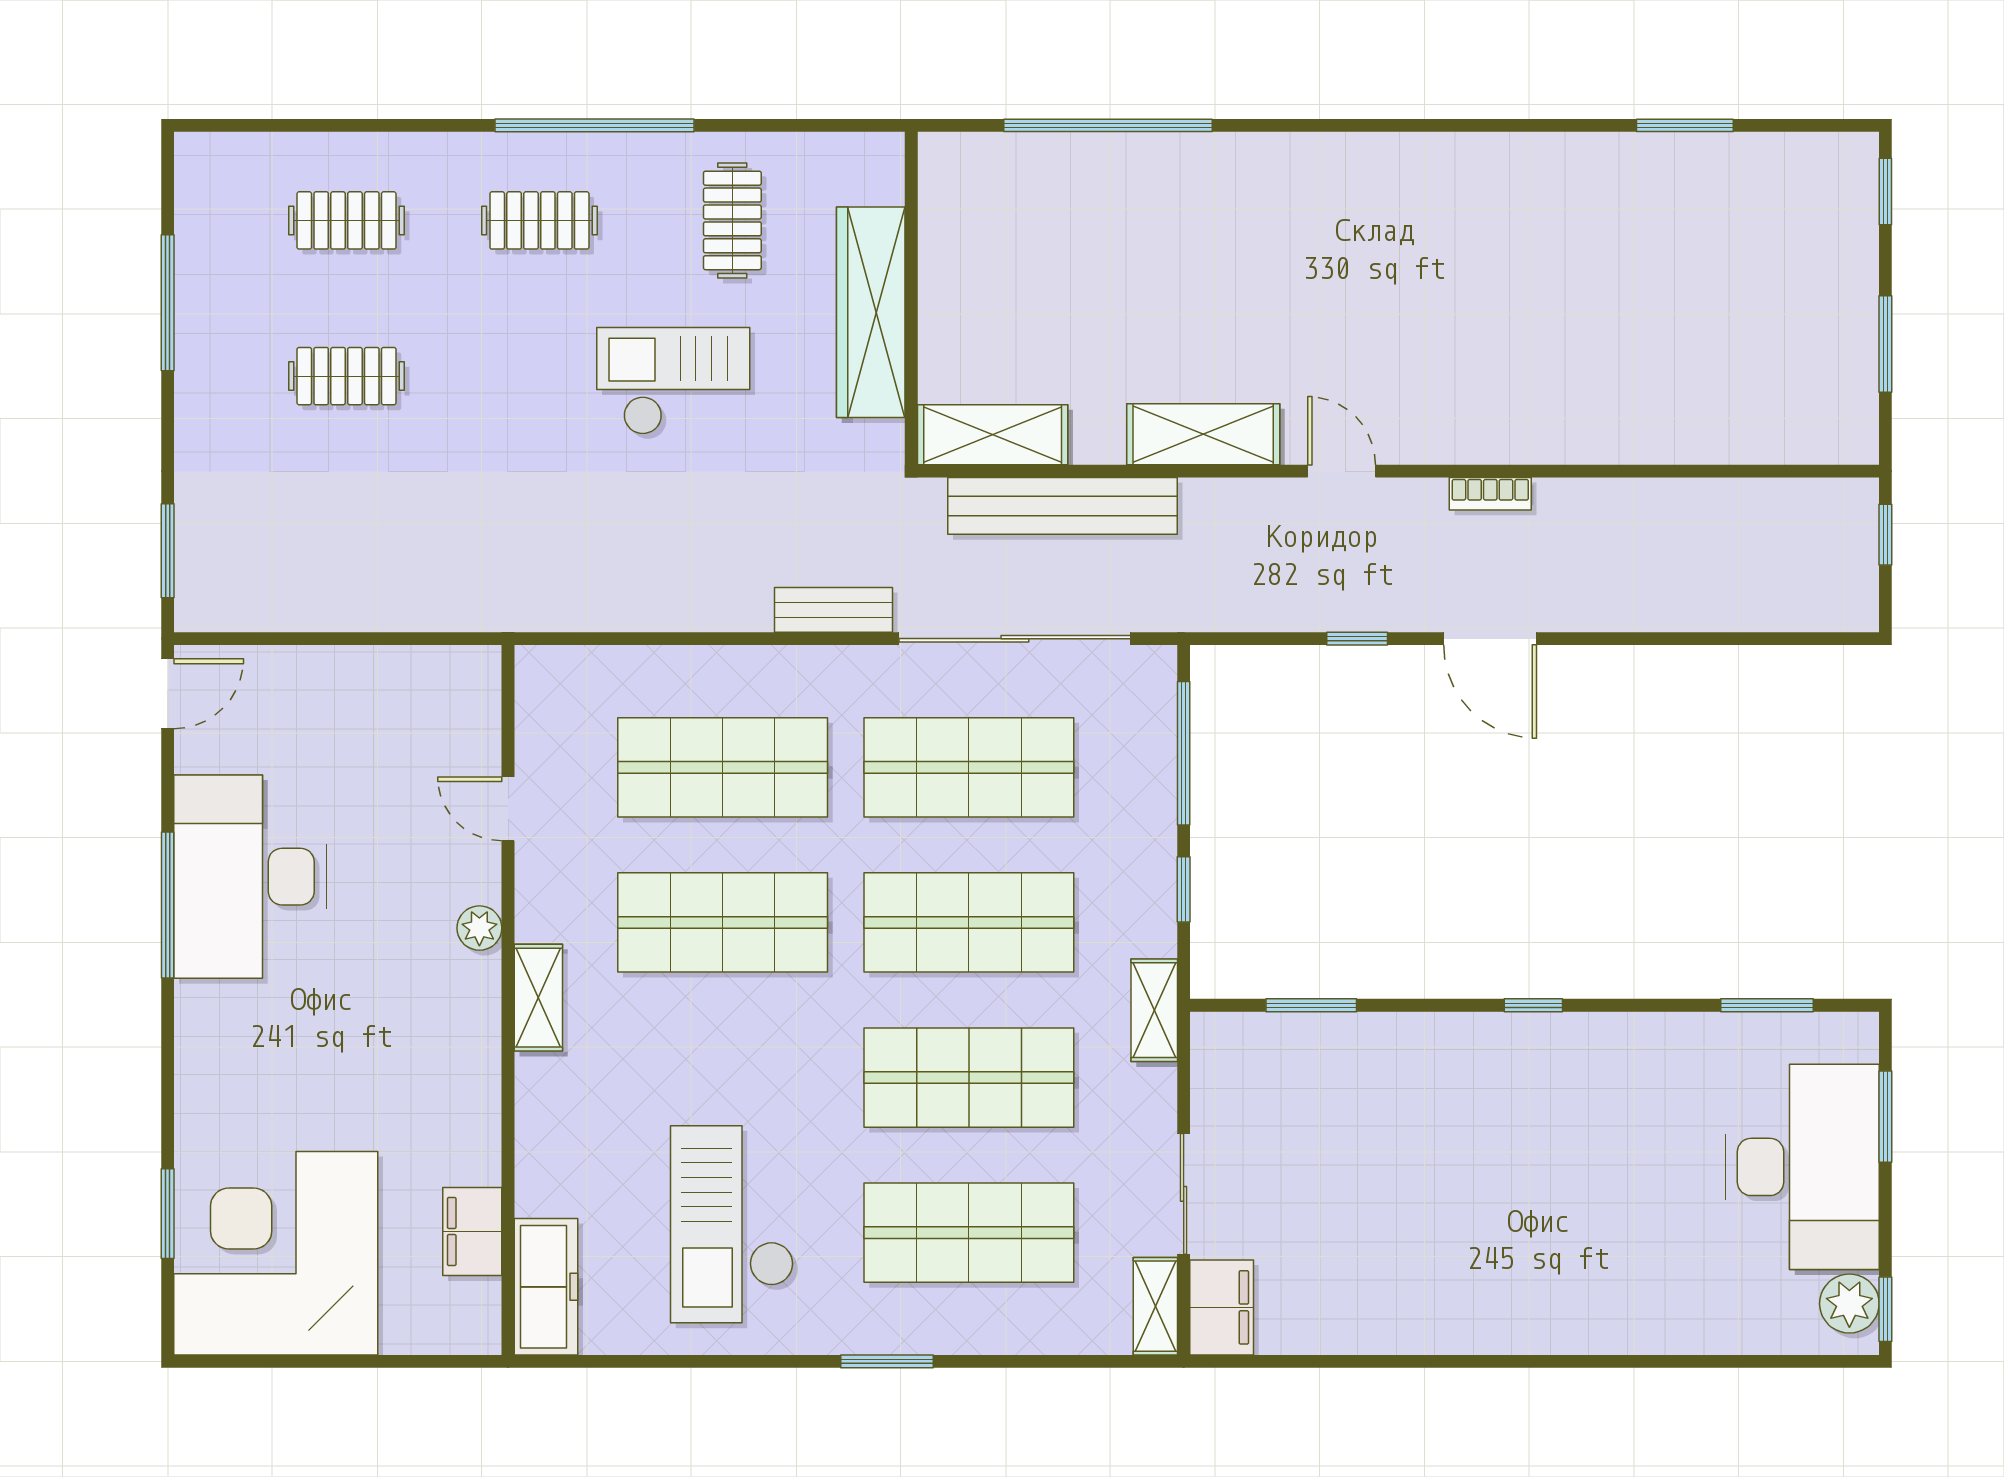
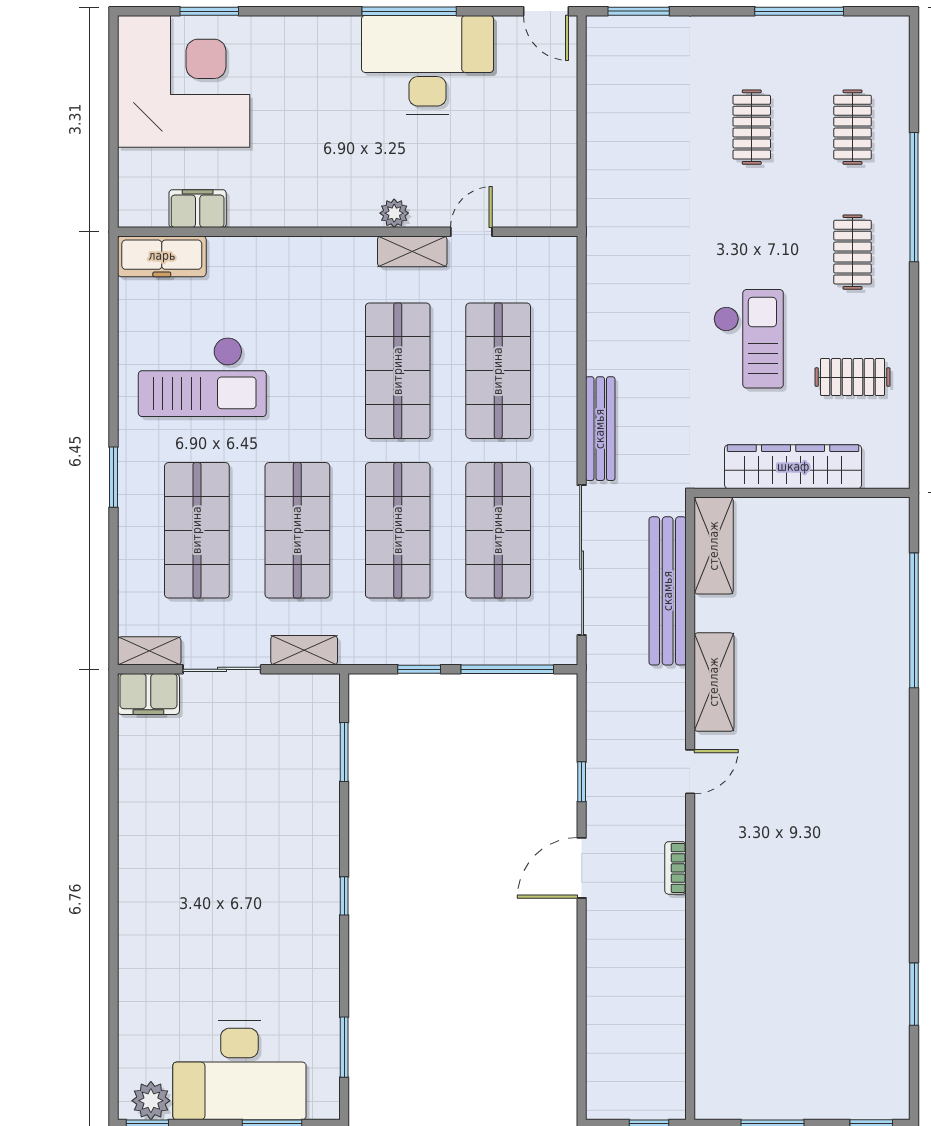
window: (594, 125) -> (914, 197), moved
bench: (833, 610) -> (600, 429), width x1.36
shelving: (538, 998) -> (412, 251), moved
shelving: (1154, 1010) -> (304, 650), moved
checkout: (732, 1224) -> (202, 377), turned 180

